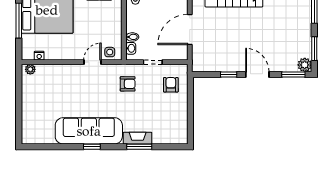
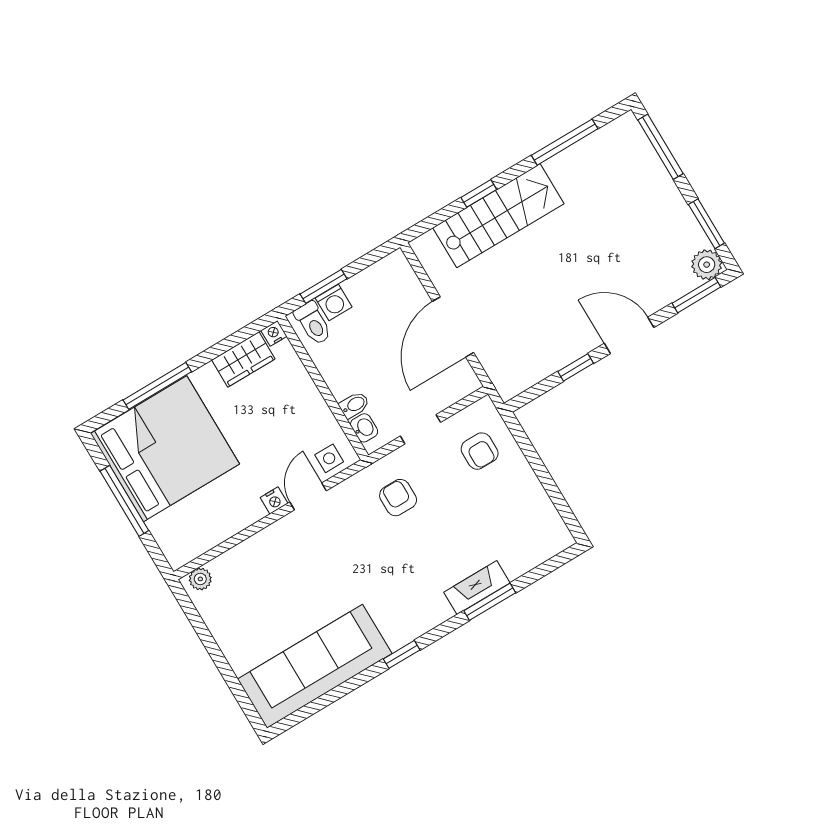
nightstand: (39, 56) -> (274, 500), moved
armchair: (128, 84) -> (398, 498), turned -90
armchair: (171, 85) -> (480, 451), turned 180
sofa: (89, 131) -> (315, 666), moved

